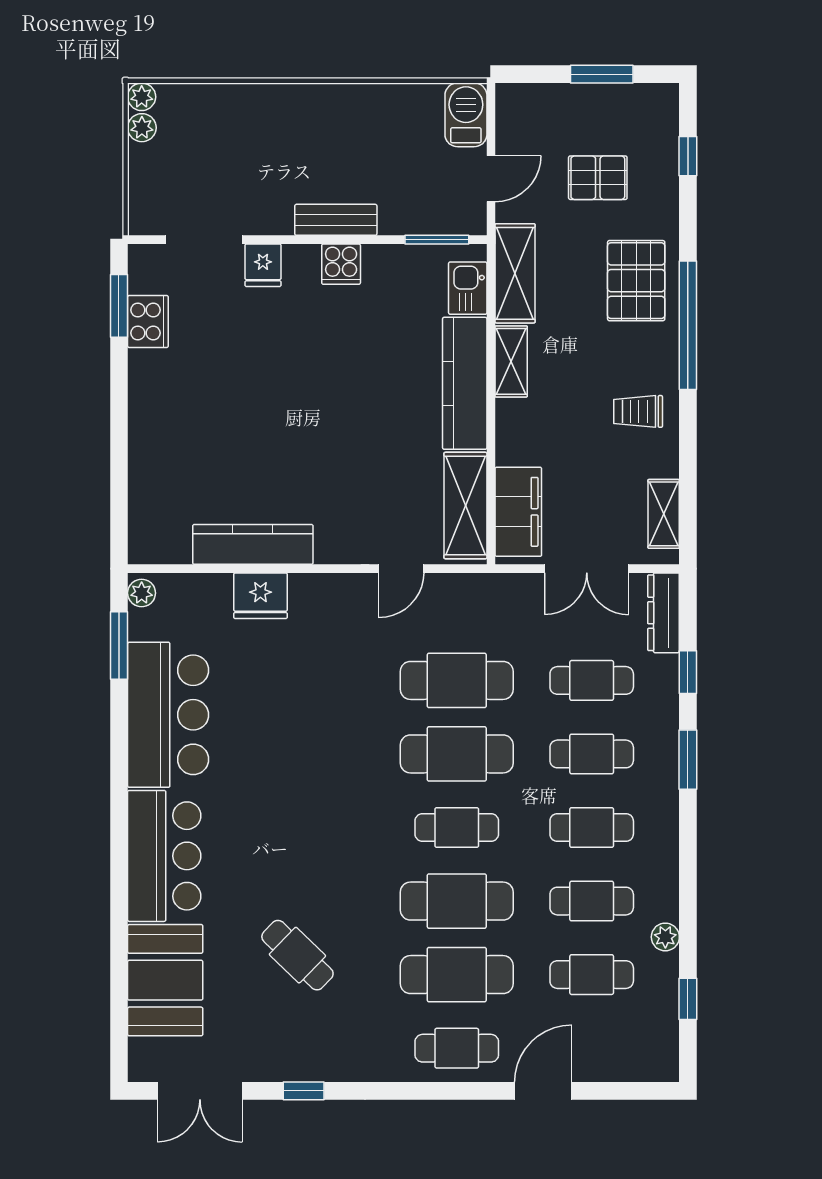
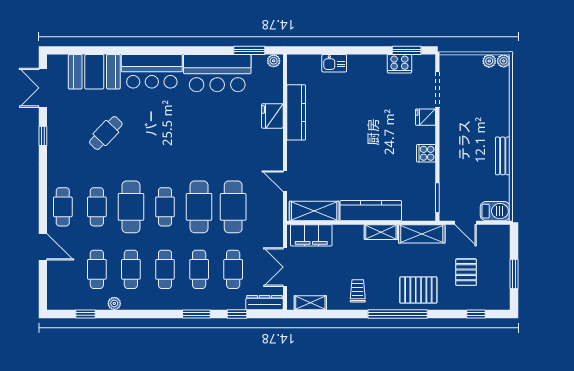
bench: (336, 220) -> (503, 156), moved
kitchen sink: (468, 288) -> (334, 63), moved, turned 180
cafe table: (457, 975) -> (97, 207), width x0.73, depth x0.74

